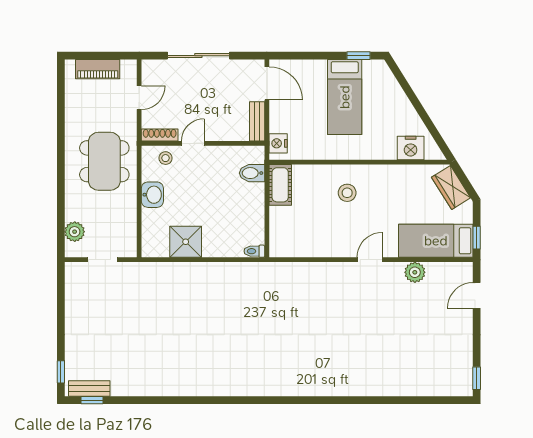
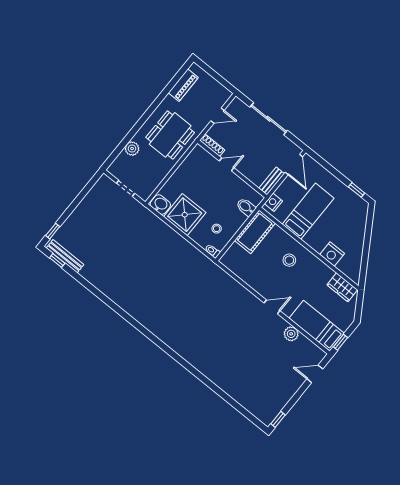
piano: (98, 69) -> (183, 85), moved, turned -90
bed: (345, 97) -> (308, 211), moved, turned 180
nightstand: (411, 148) -> (332, 254), moved
stool: (166, 158) -> (217, 229), moved
cot: (280, 185) -> (255, 232), width x1.37, depth x1.34
wardrobe: (451, 187) -> (342, 287), moved, turned -58
washbasin: (152, 195) -> (160, 205), moved, turned -90
plant: (75, 232) -> (132, 149), moved
shower: (186, 242) -> (185, 215), width x1.37, depth x1.37
bench: (89, 388) -> (65, 256), width x1.36

